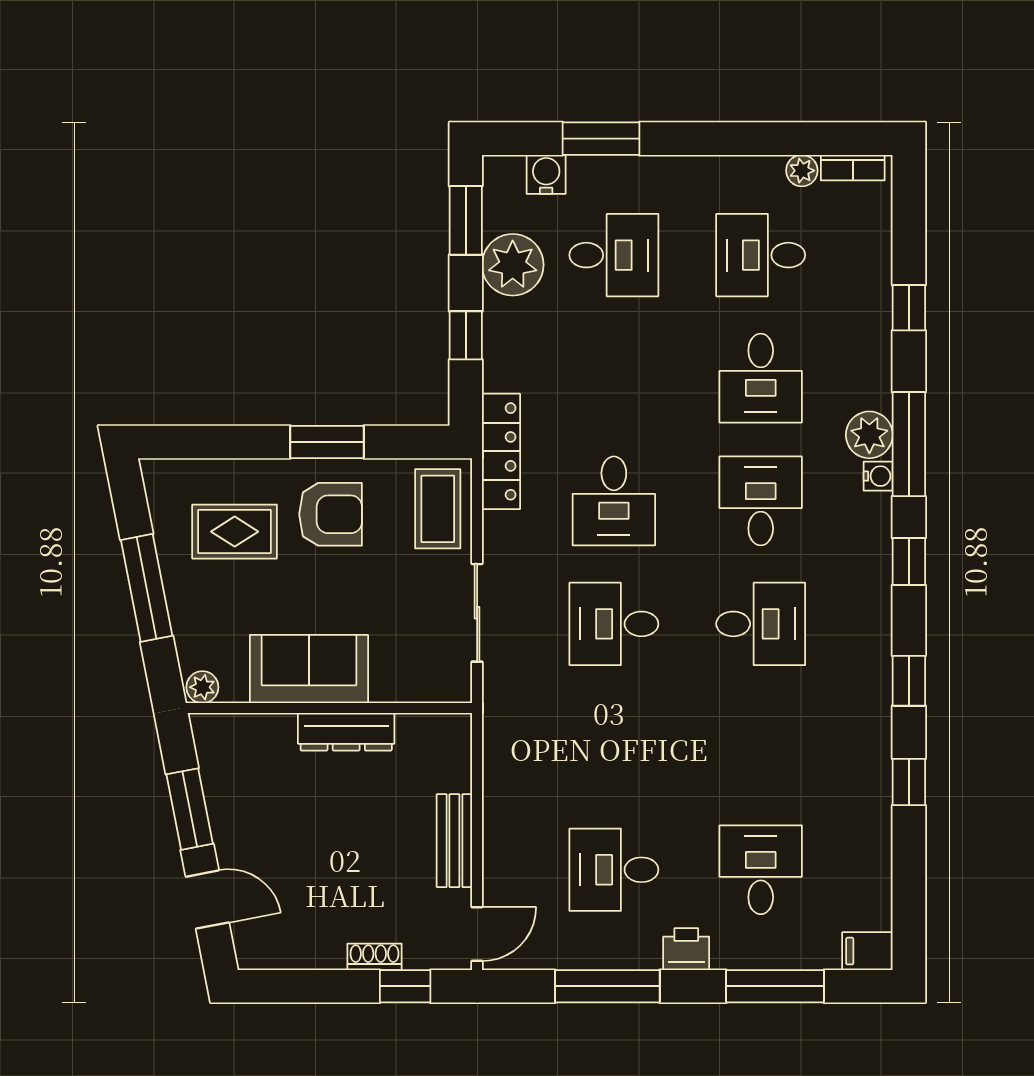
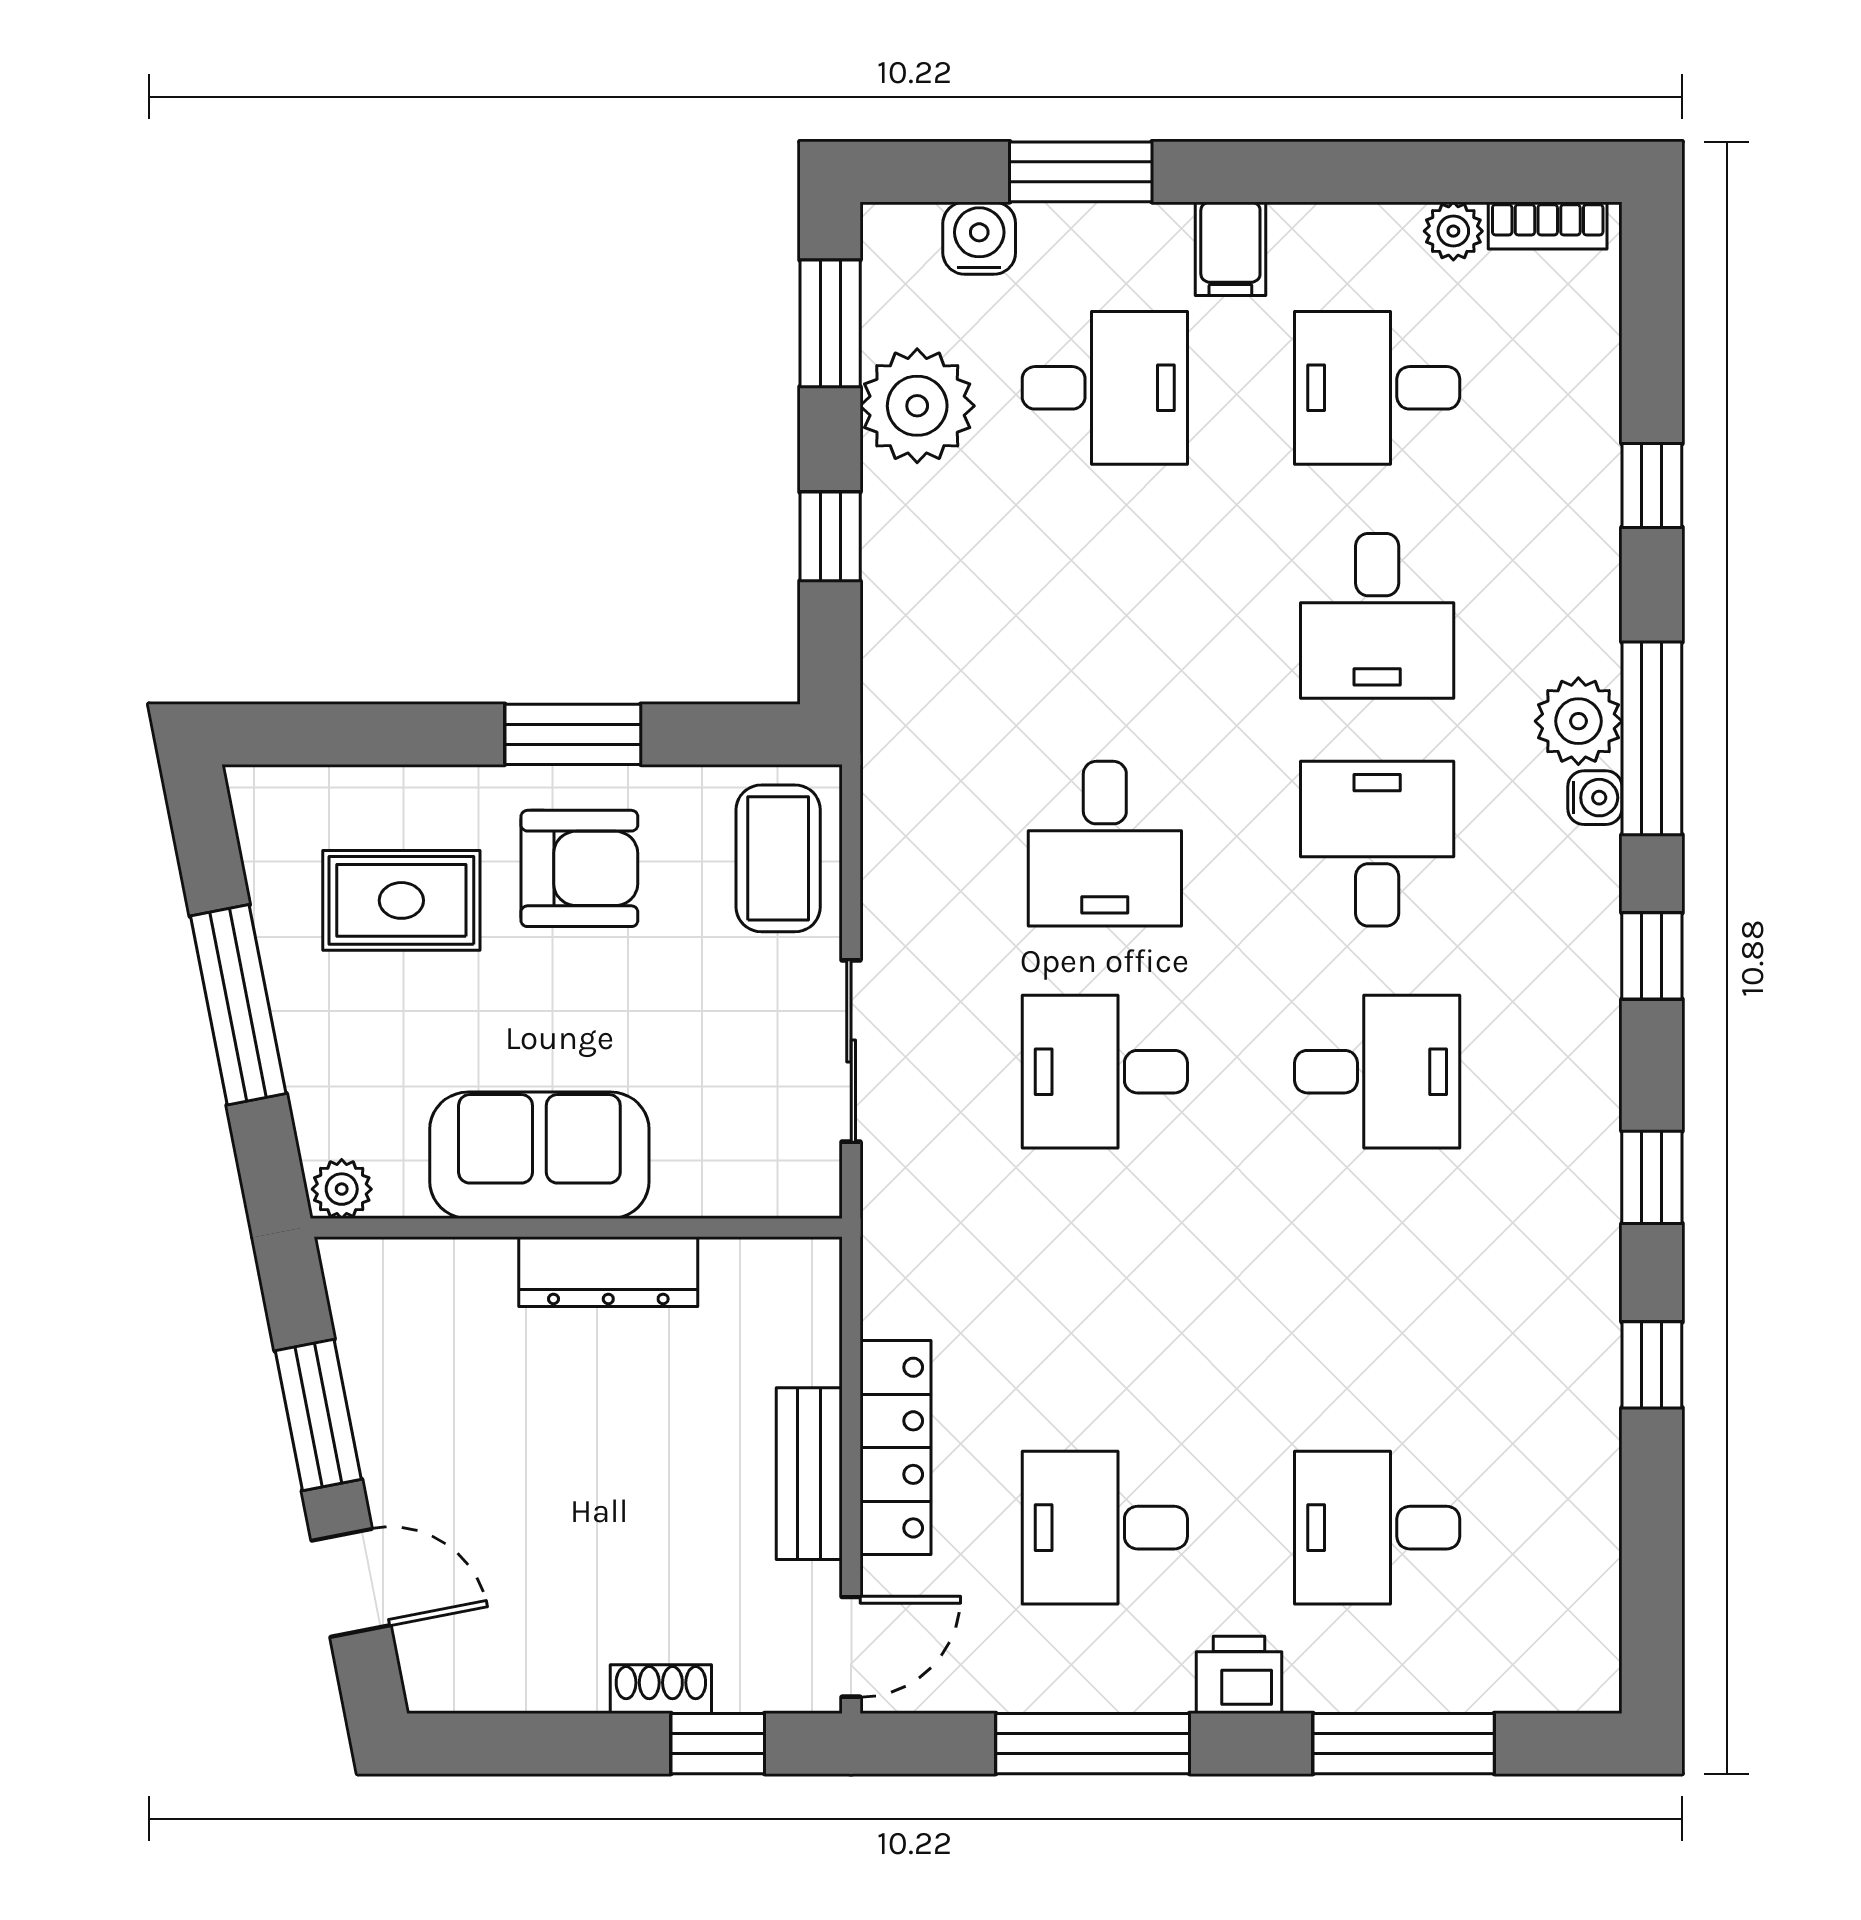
locker: (501, 451) -> (895, 1448), moved
desk: (761, 870) -> (1377, 1528), turned -90
filing cabinet: (867, 951) -> (1230, 249), moved, turned -90

